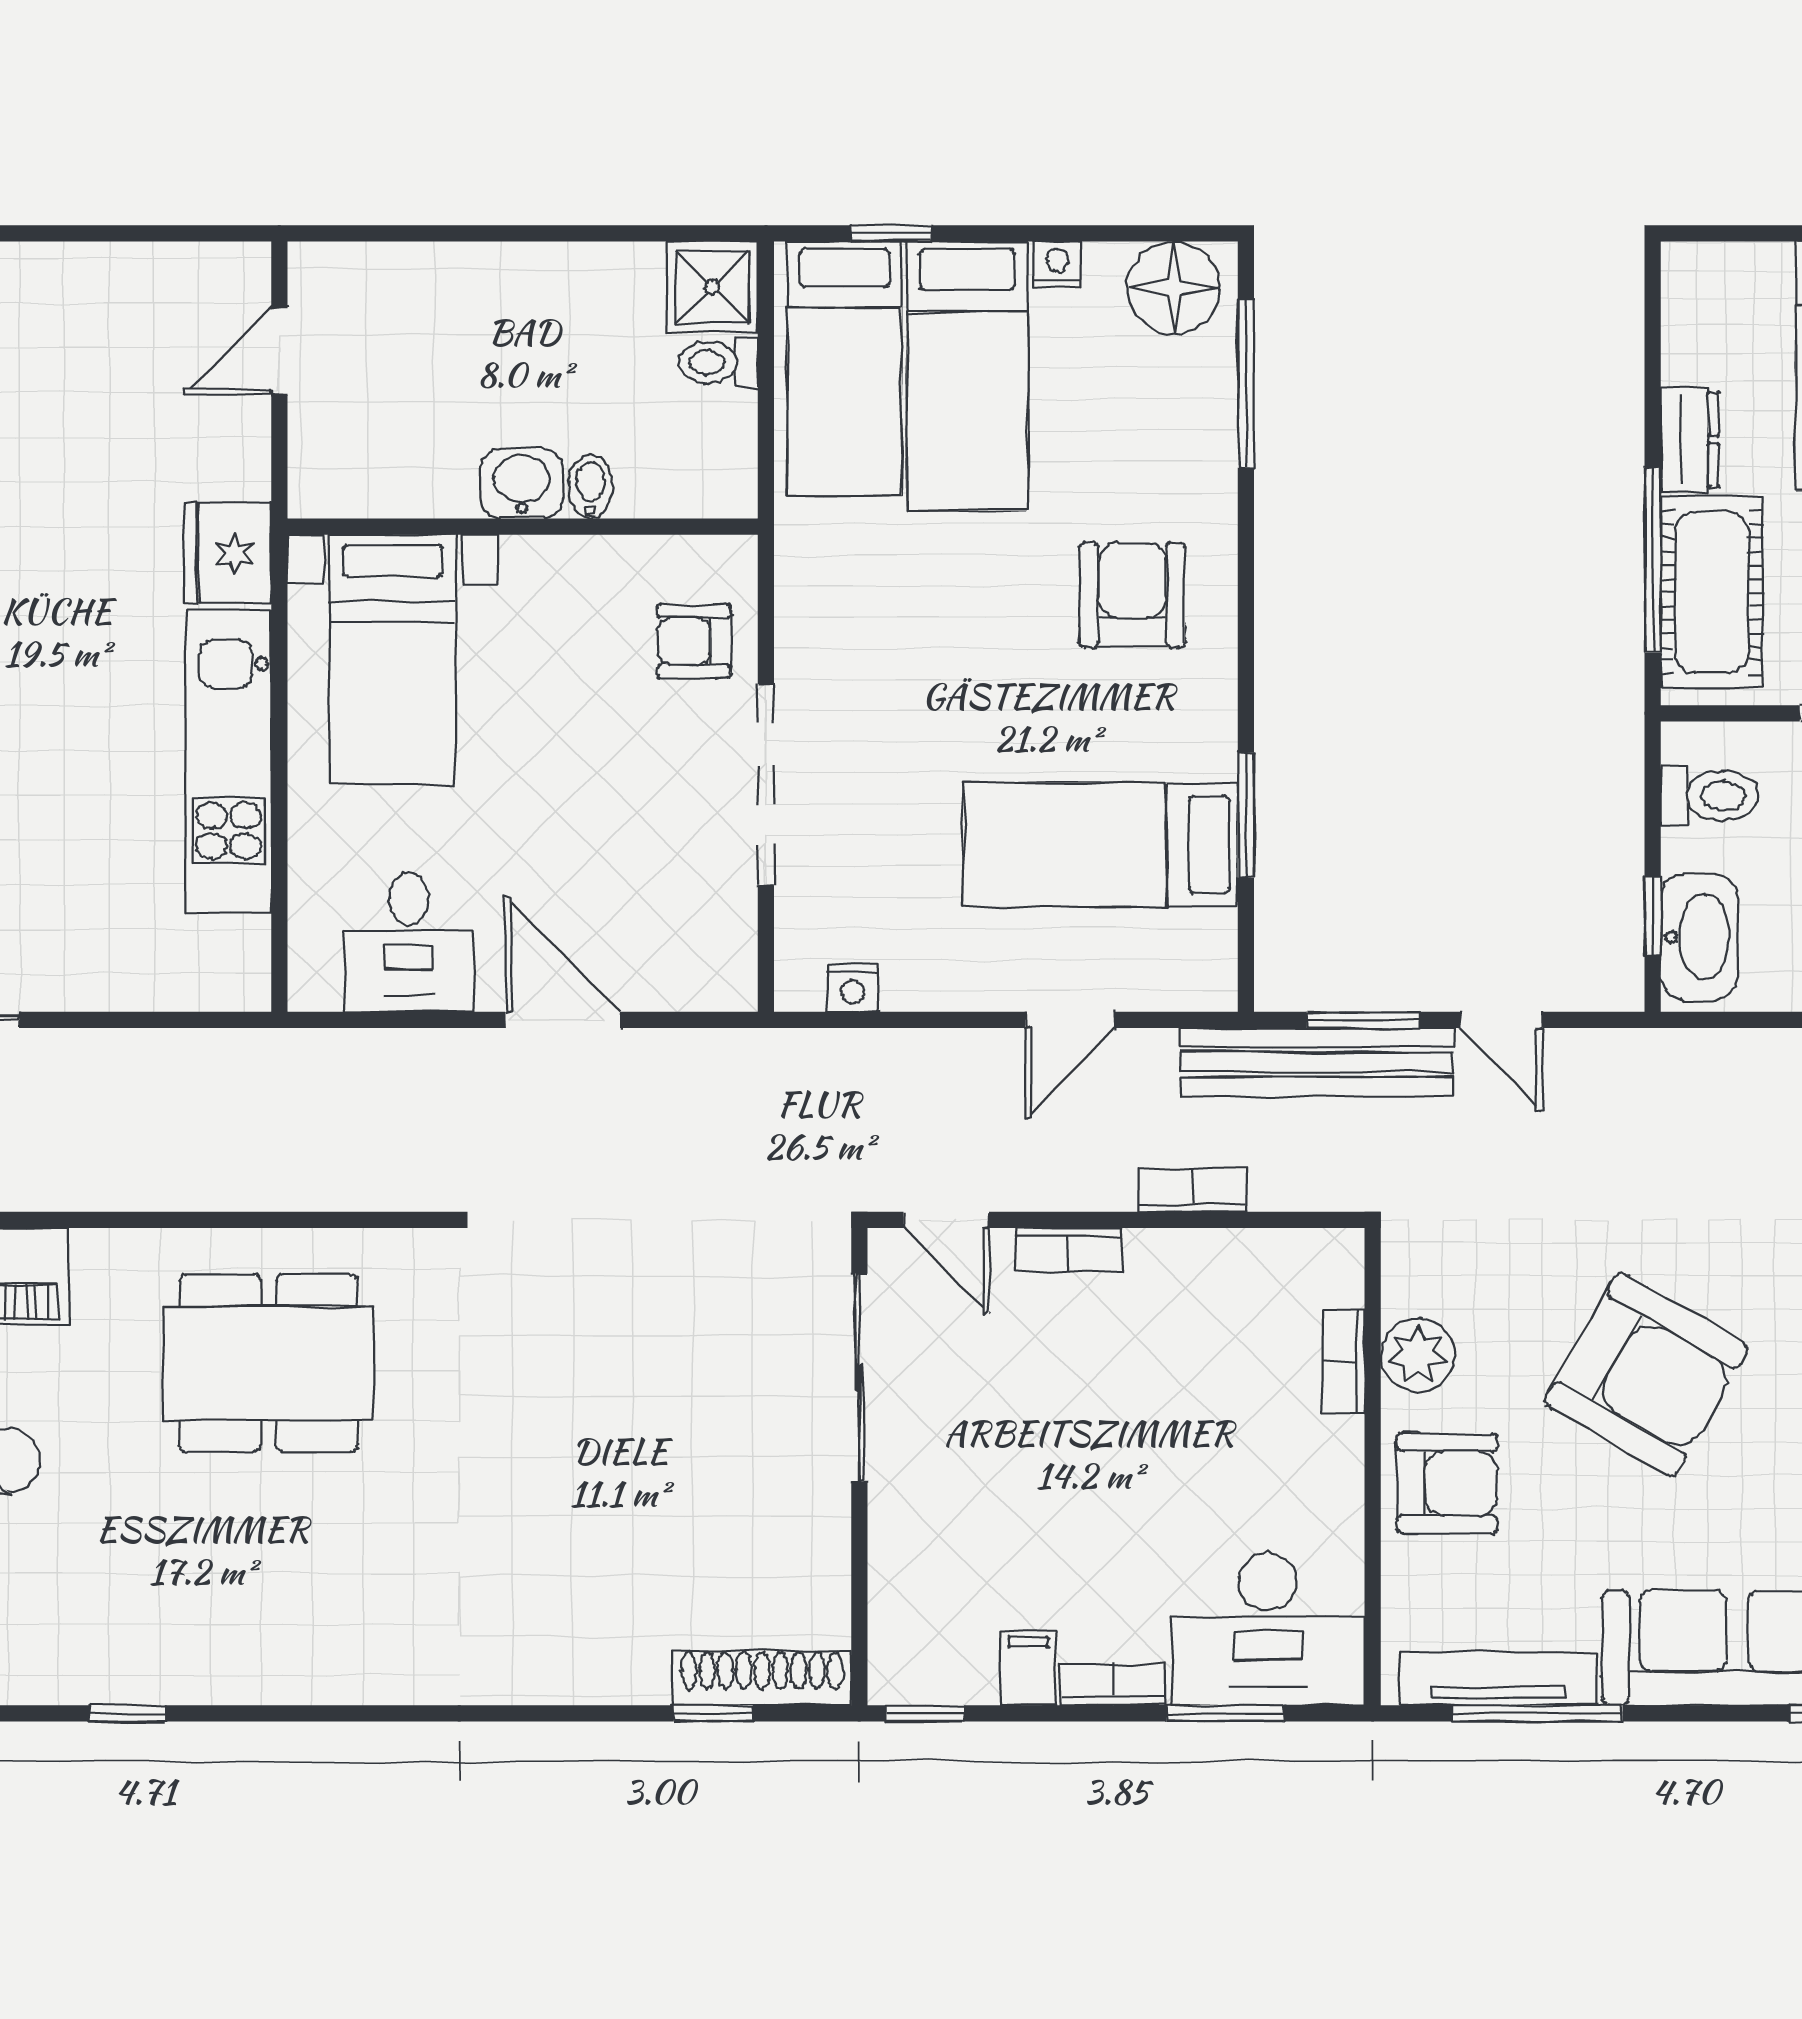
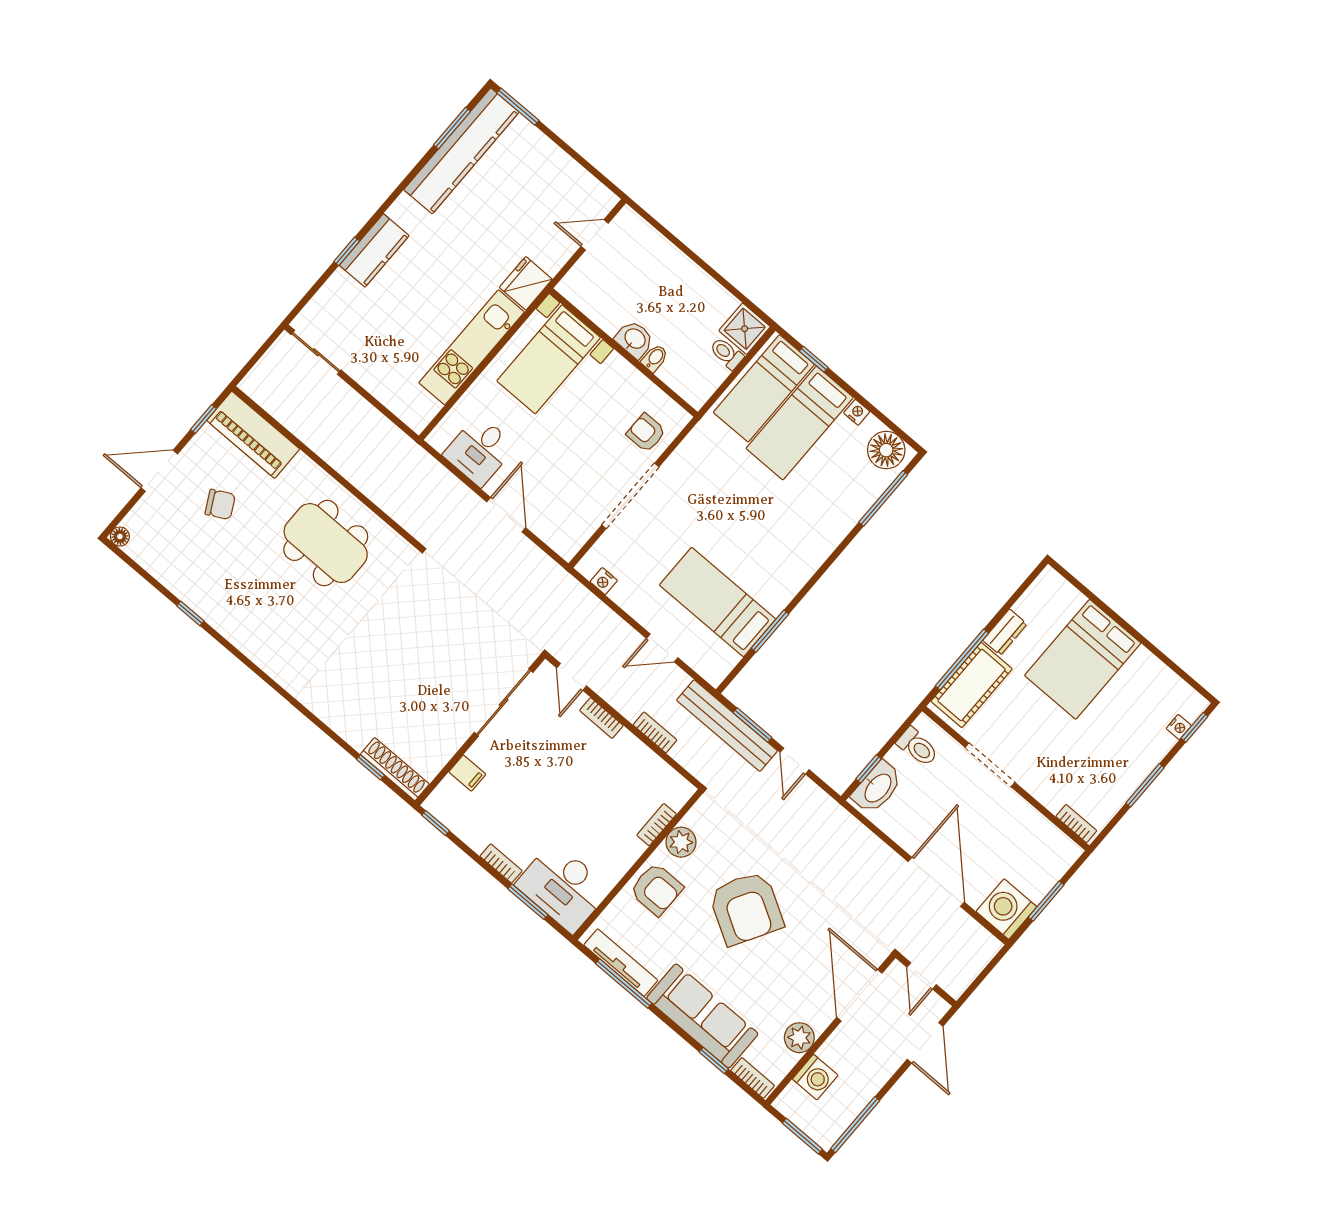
armchair: (1132, 595) -> (793, 534), removed
filing cabinet: (1028, 1668) -> (467, 773), moved, turned 90

